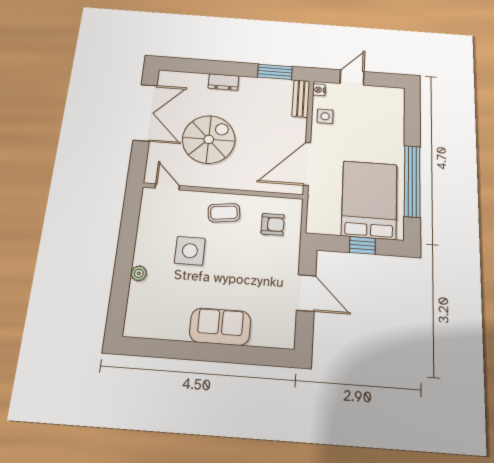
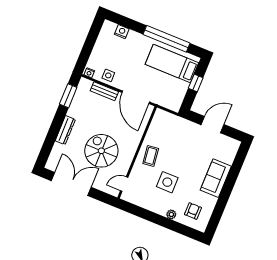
door: (352, 77) -> (87, 49), removed
dresser: (223, 82) -> (65, 130), width x1.44
bench: (301, 99) -> (104, 91), moved
nightstand: (396, 116) -> (122, 32), added
bed: (369, 200) -> (172, 64), width x0.67
armchair: (273, 224) -> (193, 211), moved

